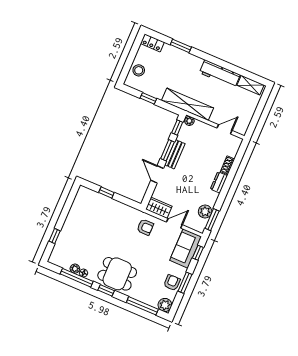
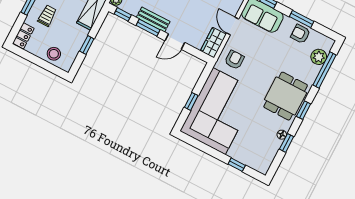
trolley: (171, 62) -> (47, 16), added
corner sofa: (100, 217) -> (219, 111), added
plant: (75, 269) -> (276, 144), removed
window: (77, 278) -> (287, 143), width x0.46
plant: (165, 305) -> (319, 57), moved

